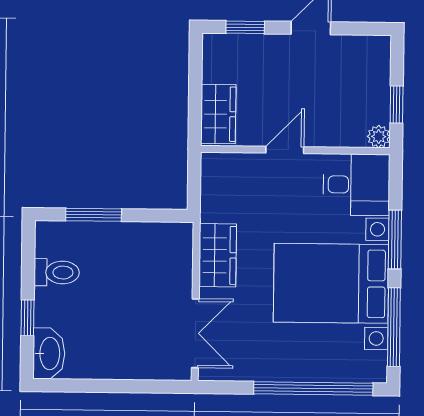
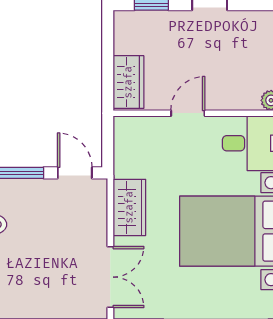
door: (156, 216) -> (75, 173), added

